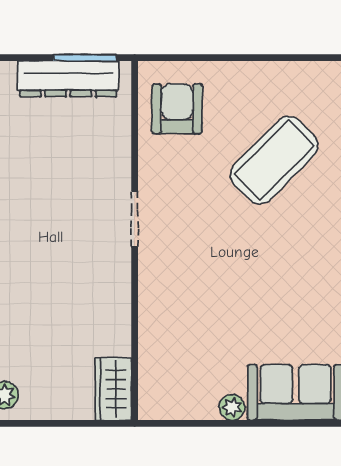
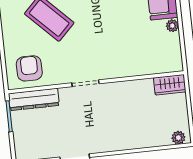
dresser: (68, 79) -> (34, 99), moved, turned 90
armchair: (177, 109) -> (29, 68), turned 90

